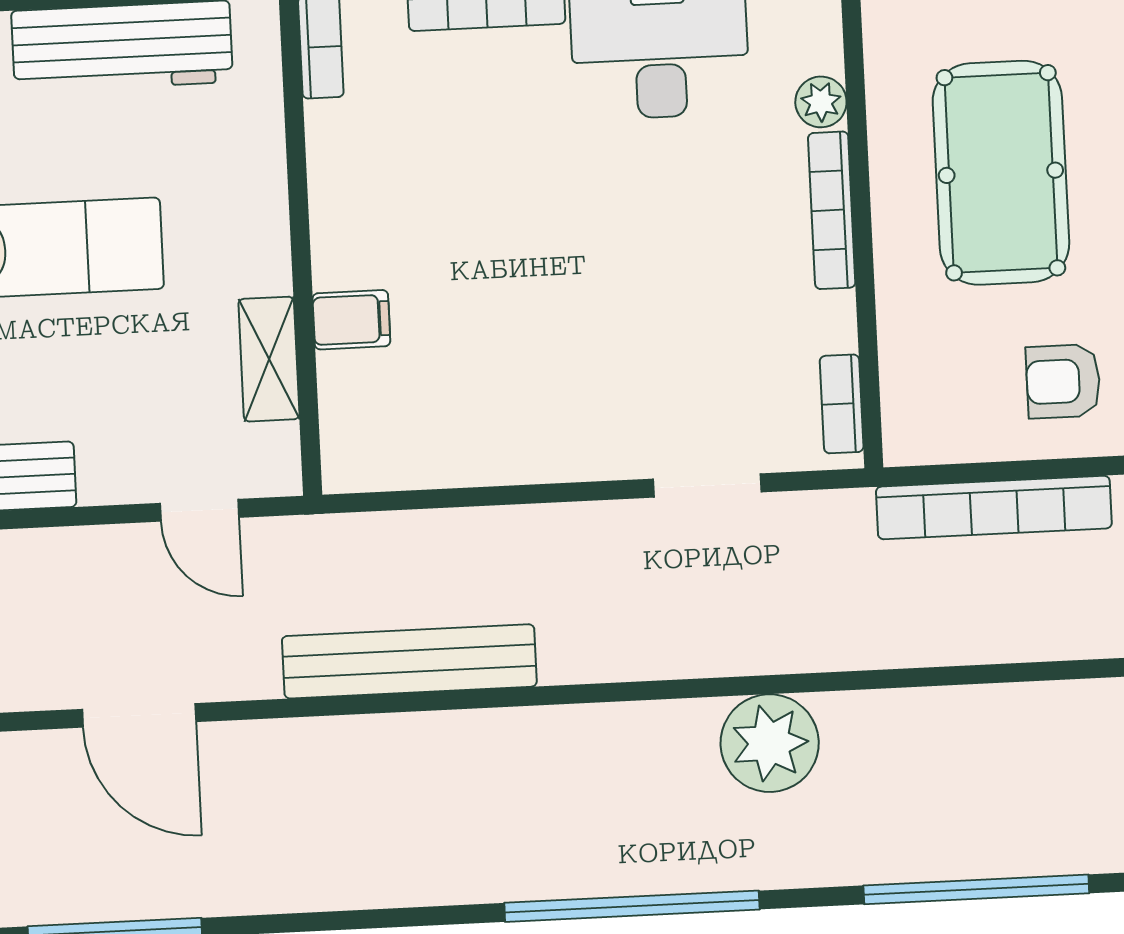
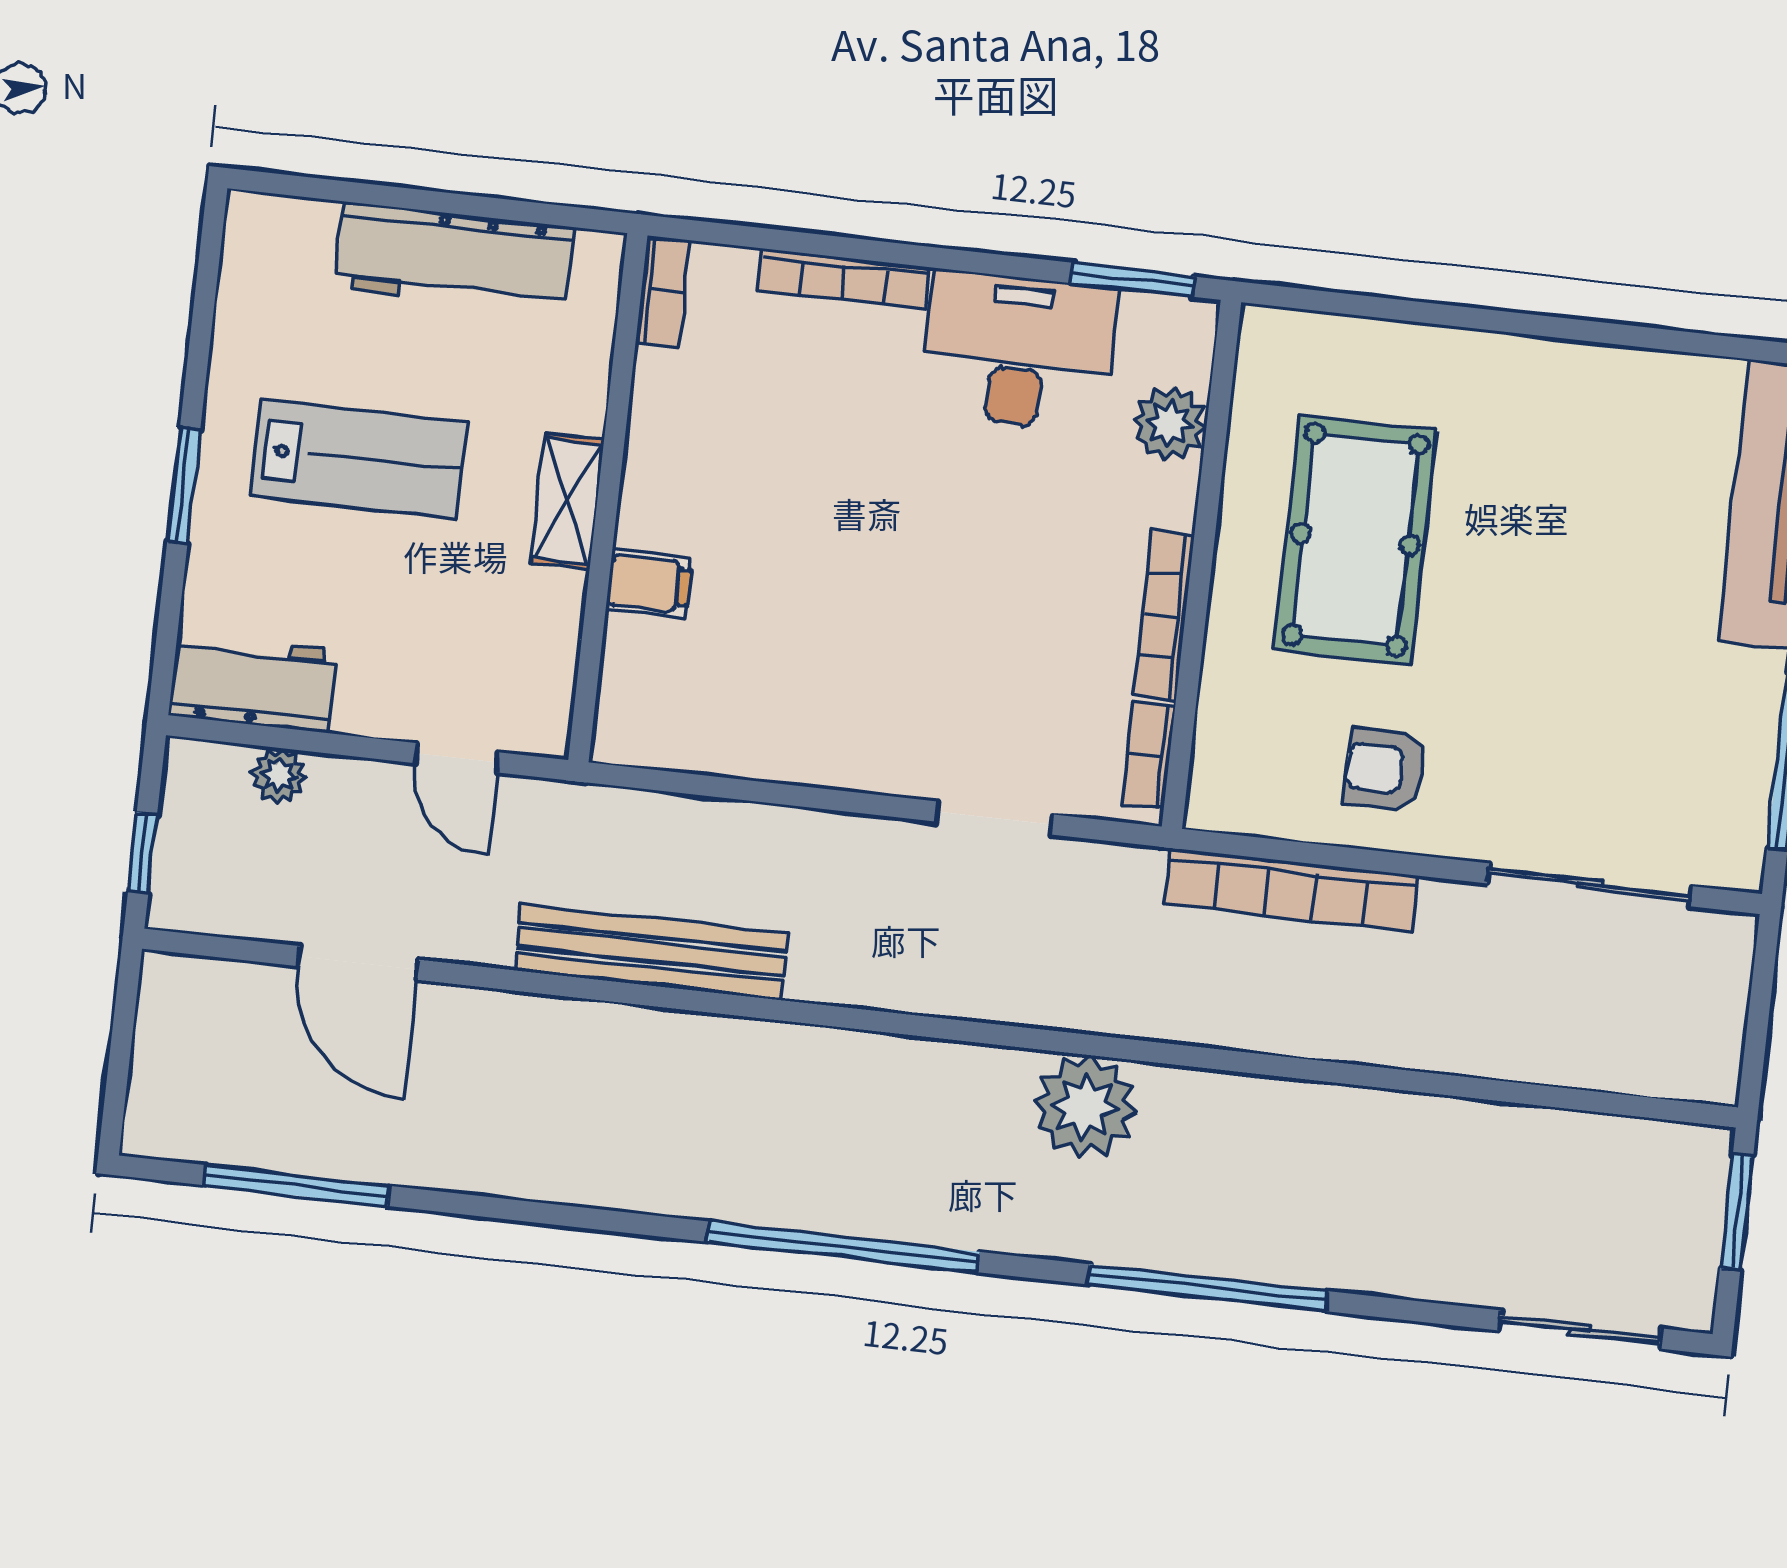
plant: (821, 102) -> (1170, 423), width x1.38, depth x1.38
bookcase: (832, 210) -> (1164, 615), moved
shelving: (269, 359) -> (568, 501), moved
plant: (37, 553) -> (279, 775), added
plant: (770, 743) -> (1085, 1107), moved

